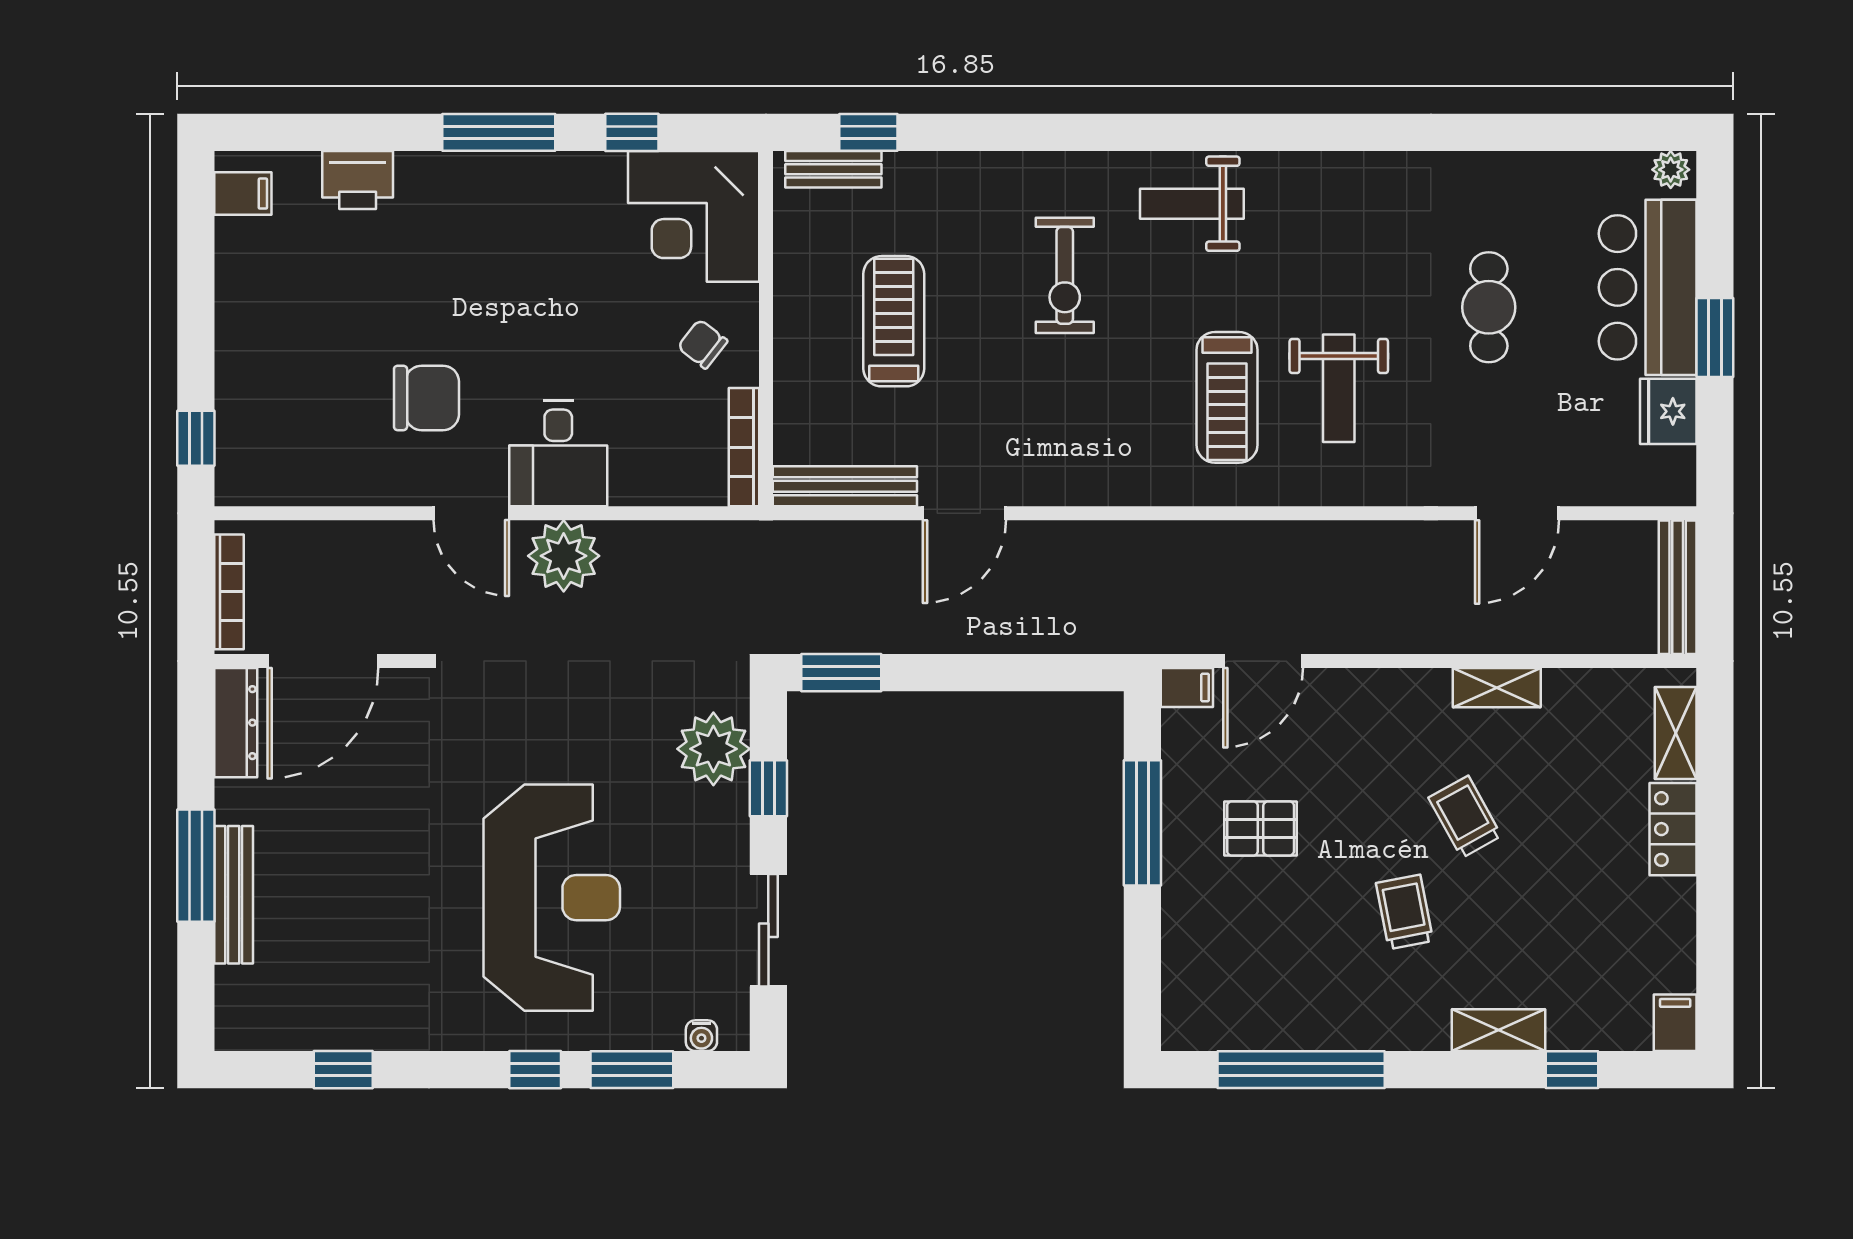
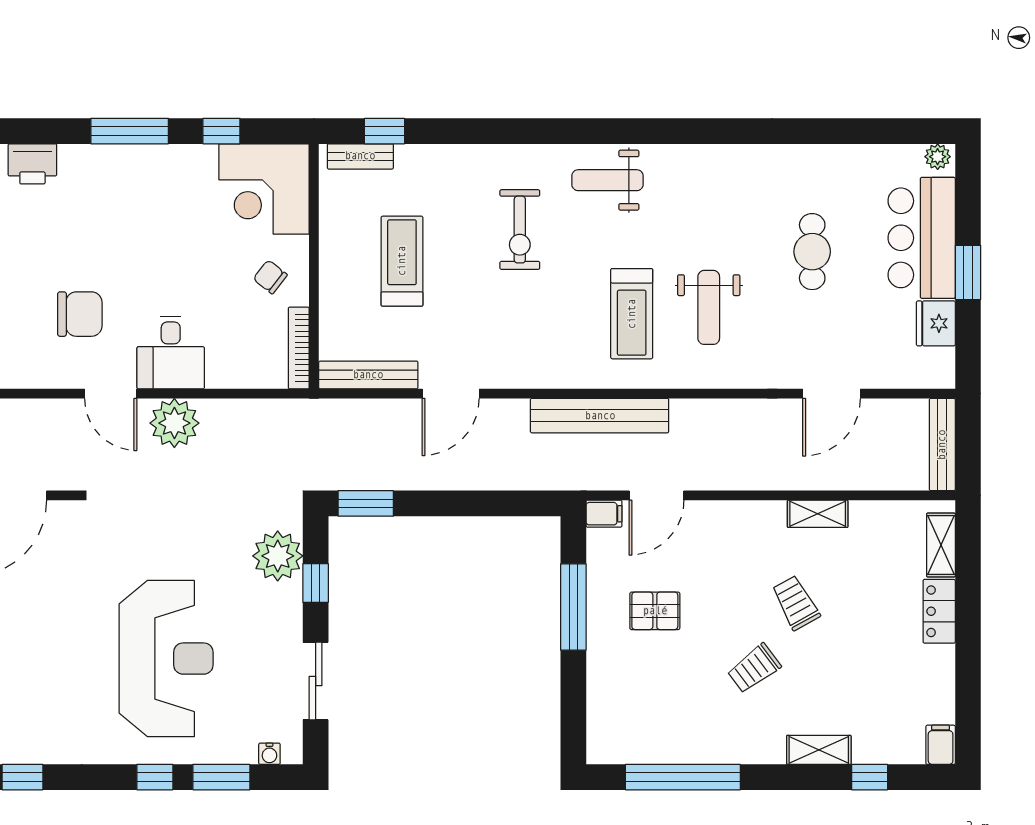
bench: (1180, 545) -> (600, 416), added
trolley: (1405, 912) -> (754, 668), turned -116

